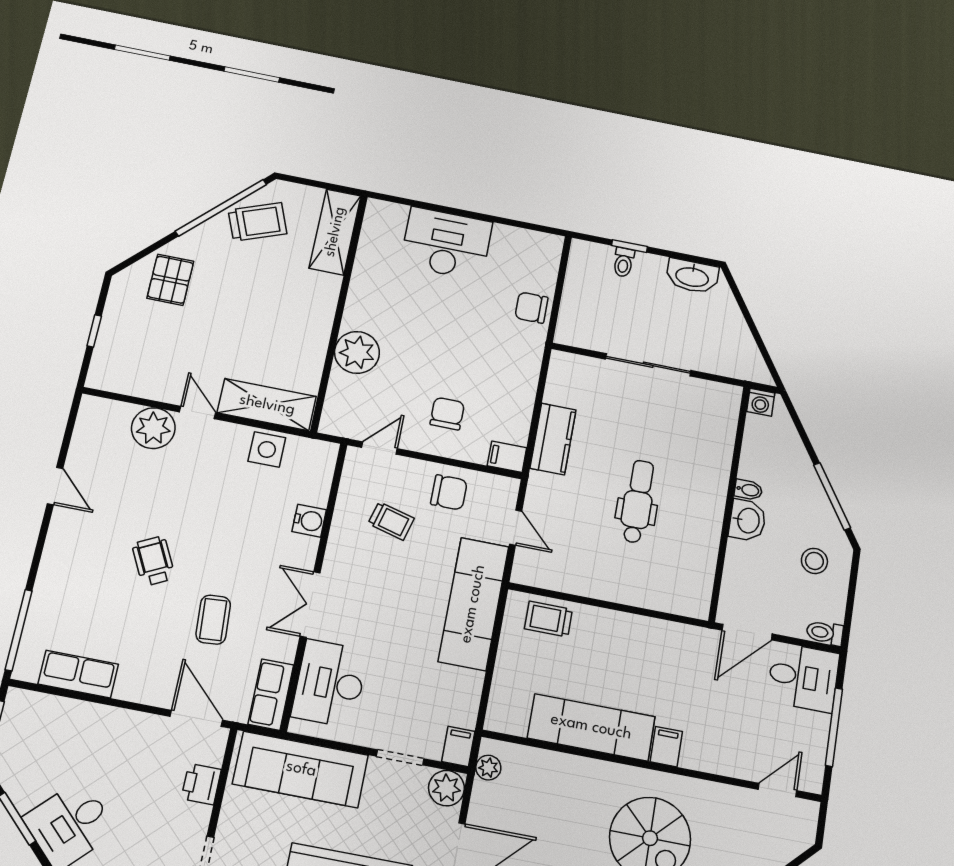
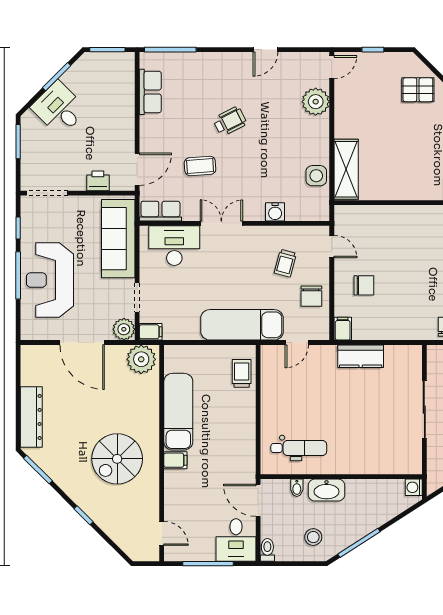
plant: (357, 352) -> (393, 220), removed
door: (198, 412) -> (332, 67), moved
bidet: (748, 490) -> (297, 488), moved
dental chair: (638, 501) -> (299, 448), moved
washbasin: (747, 520) -> (327, 490), width x1.38
plant: (488, 768) -> (141, 359), width x1.87, depth x1.87

